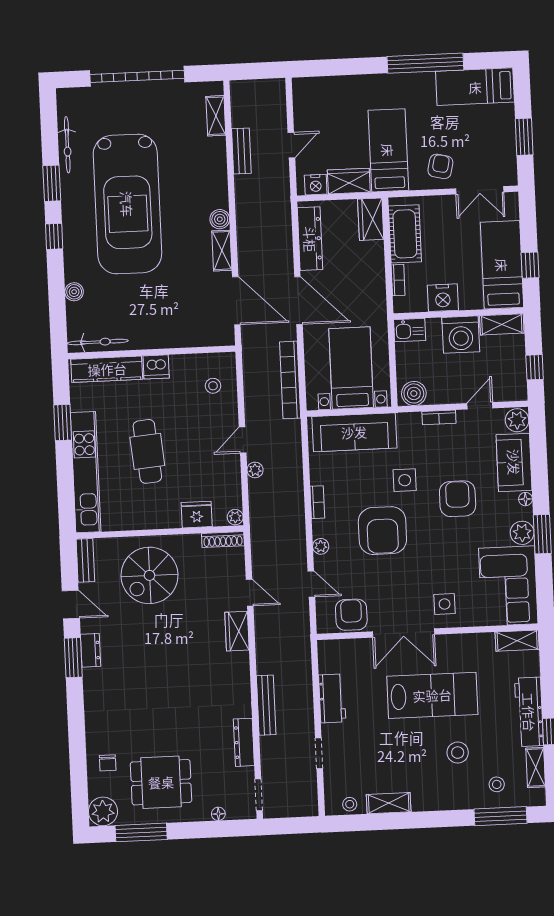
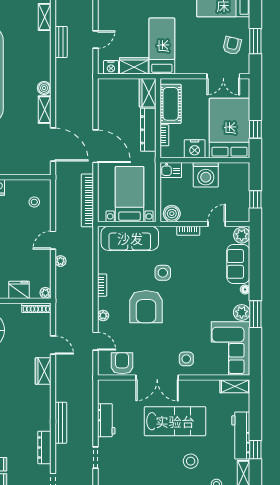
armchair: (440, 166) -> (232, 46), moved
dresser: (310, 239) -> (148, 130), moved, turned 180
bed: (502, 265) -> (229, 128), width x1.50
shelving: (502, 324) -> (234, 169), removed
armchair: (458, 499) -> (198, 287), removed

